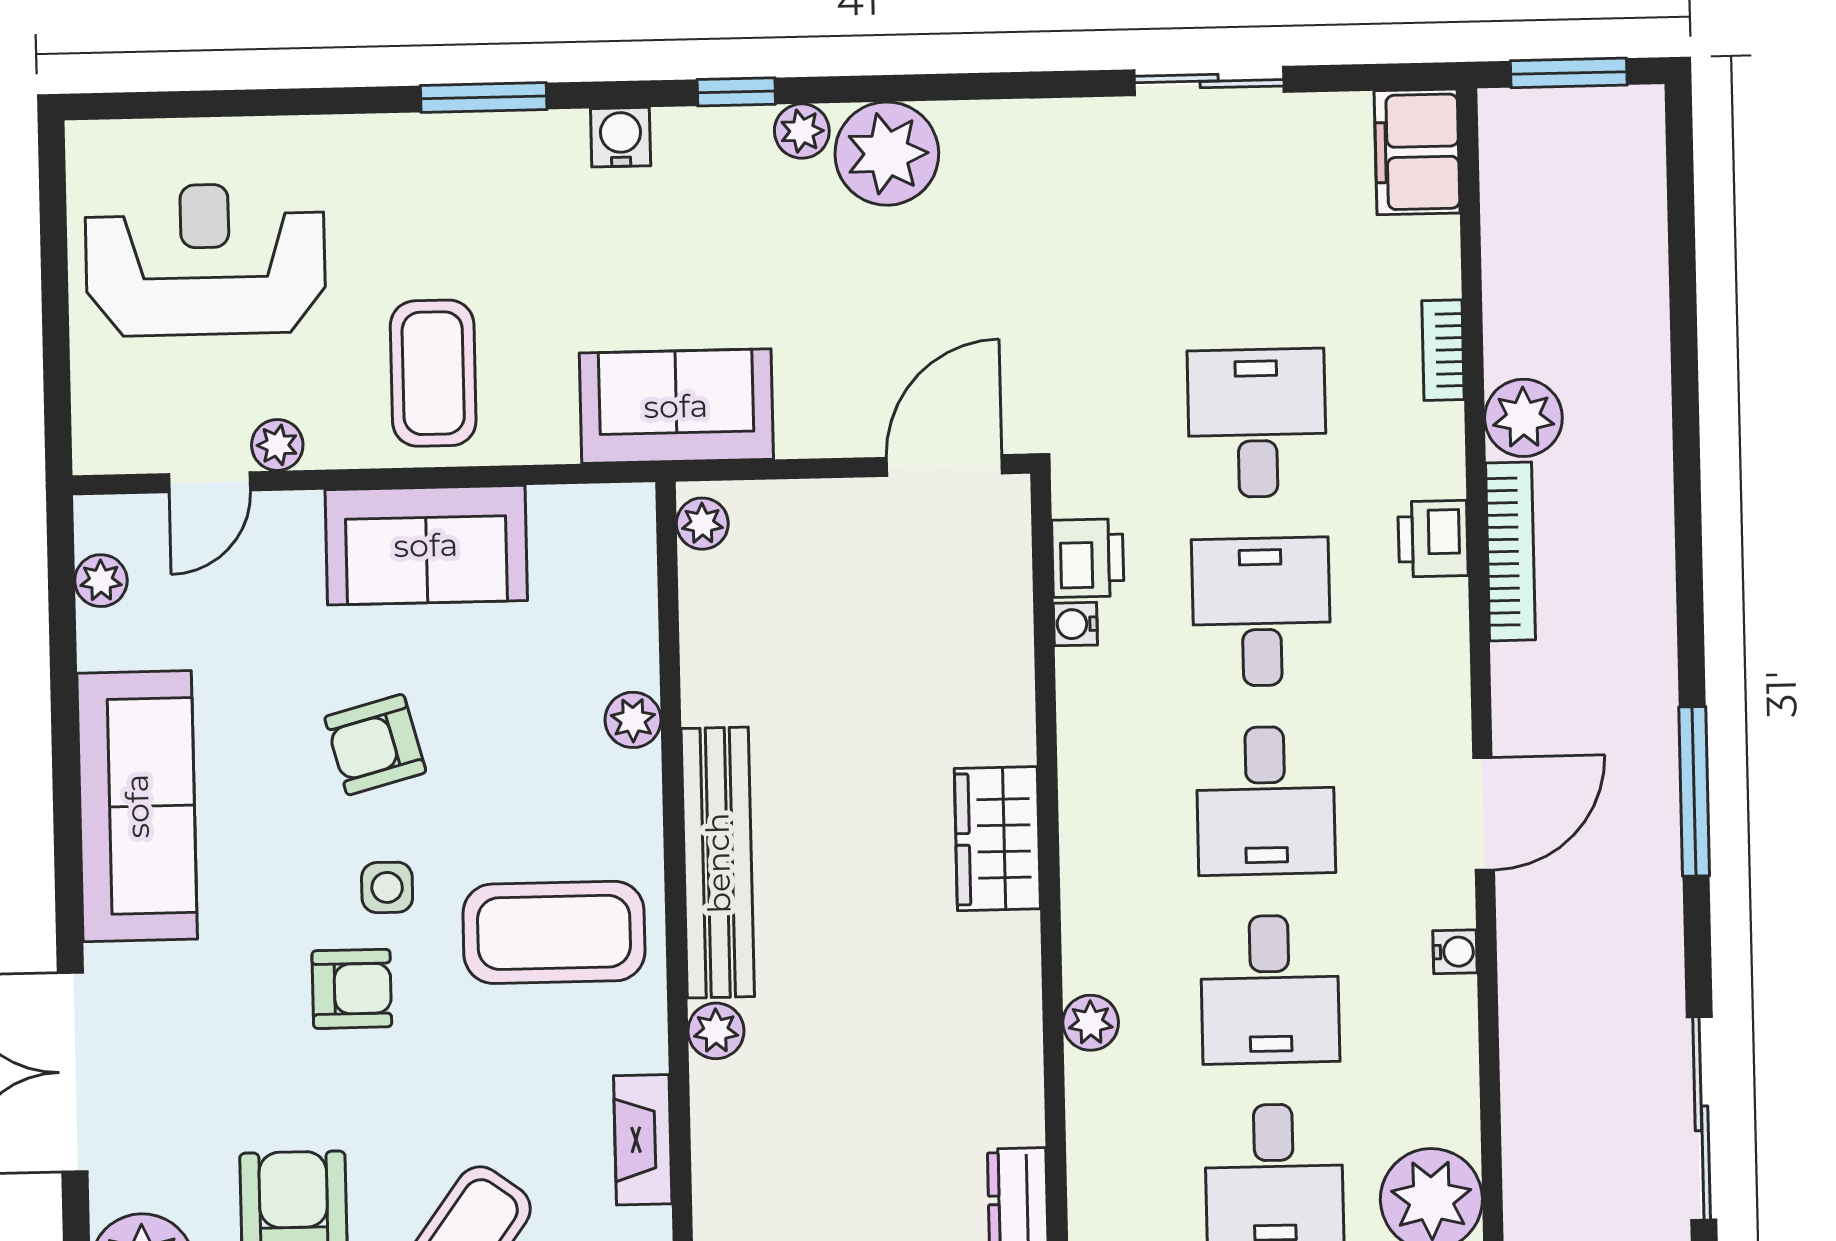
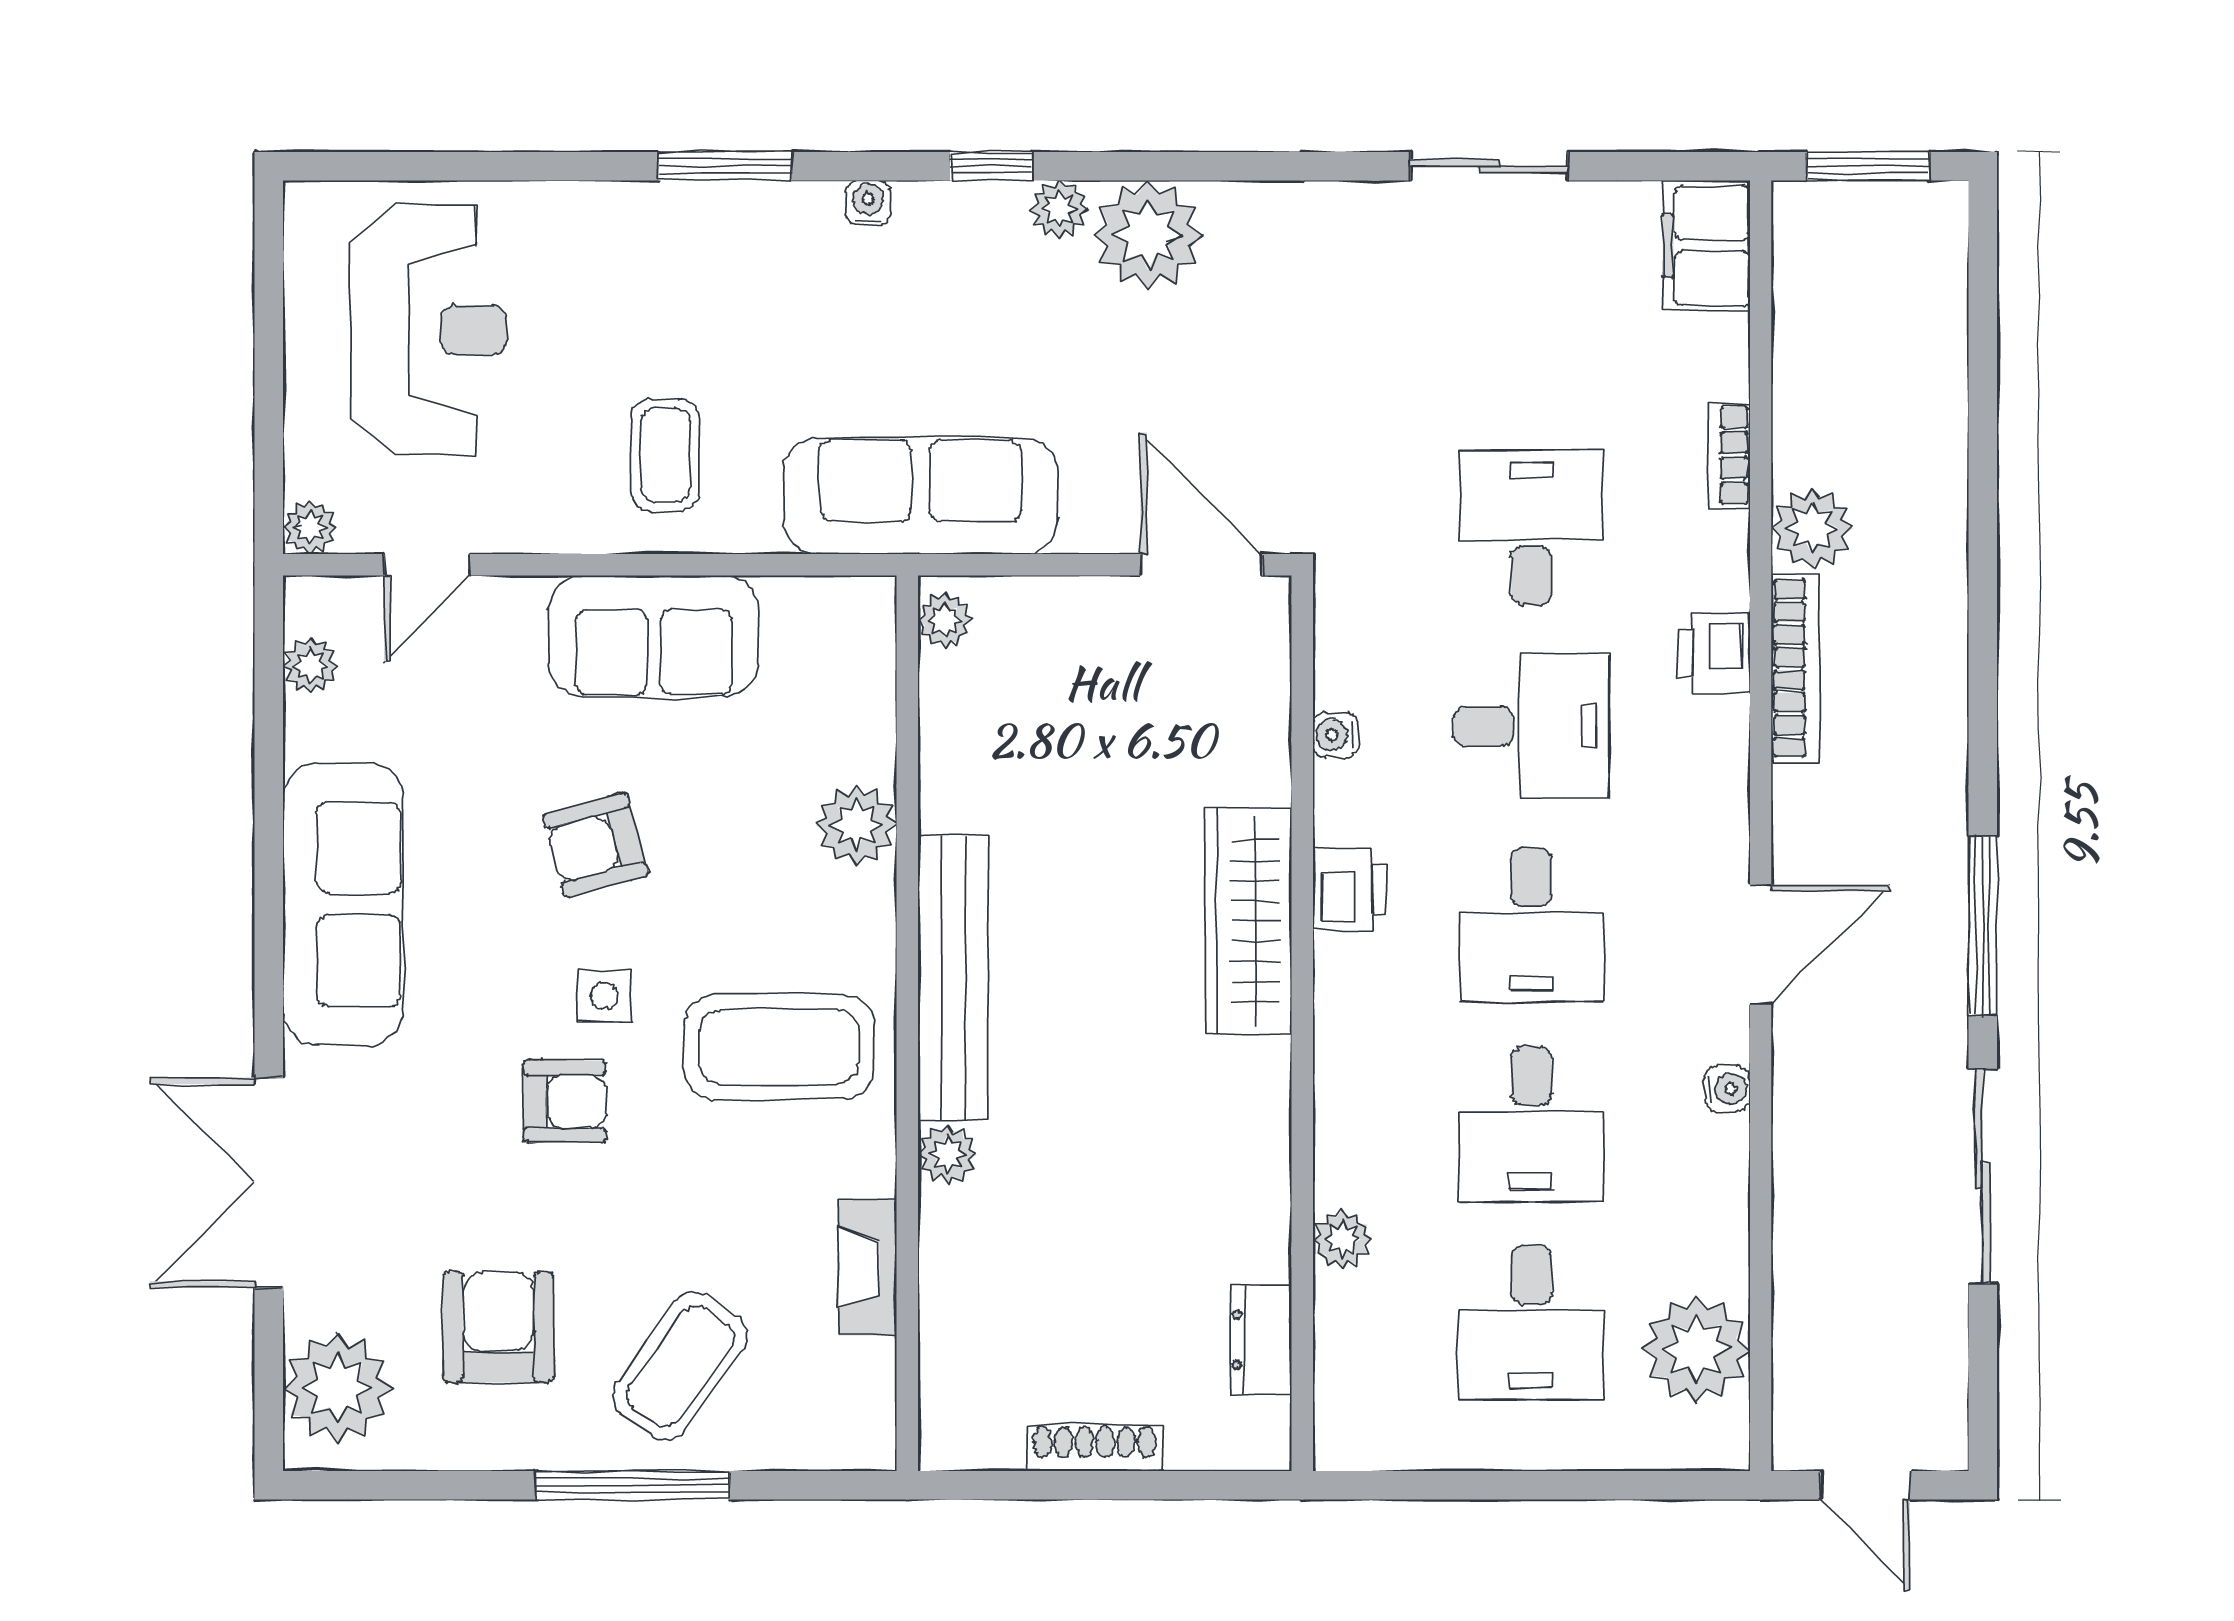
water cooler: (621, 137) -> (868, 203), width x0.72, depth x0.72
reception desk: (205, 260) -> (428, 330), turned 90
coffee table: (433, 373) -> (665, 455), width x0.73, depth x0.77
sofa: (676, 406) -> (920, 496), width x1.36
plant: (277, 445) -> (310, 527), moved
door: (944, 466) -> (1201, 565), hinge flipped
printer: (1088, 558) -> (1350, 890), moved
desk: (1261, 612) -> (1531, 726), turned 90
plant: (633, 720) -> (856, 825), width x1.38, depth x1.38
wardrobe: (997, 839) -> (1248, 921), width x1.50
plant: (1091, 1023) -> (1342, 1239), moved
sliding door: (1702, 1118) -> (1983, 1176), moved

